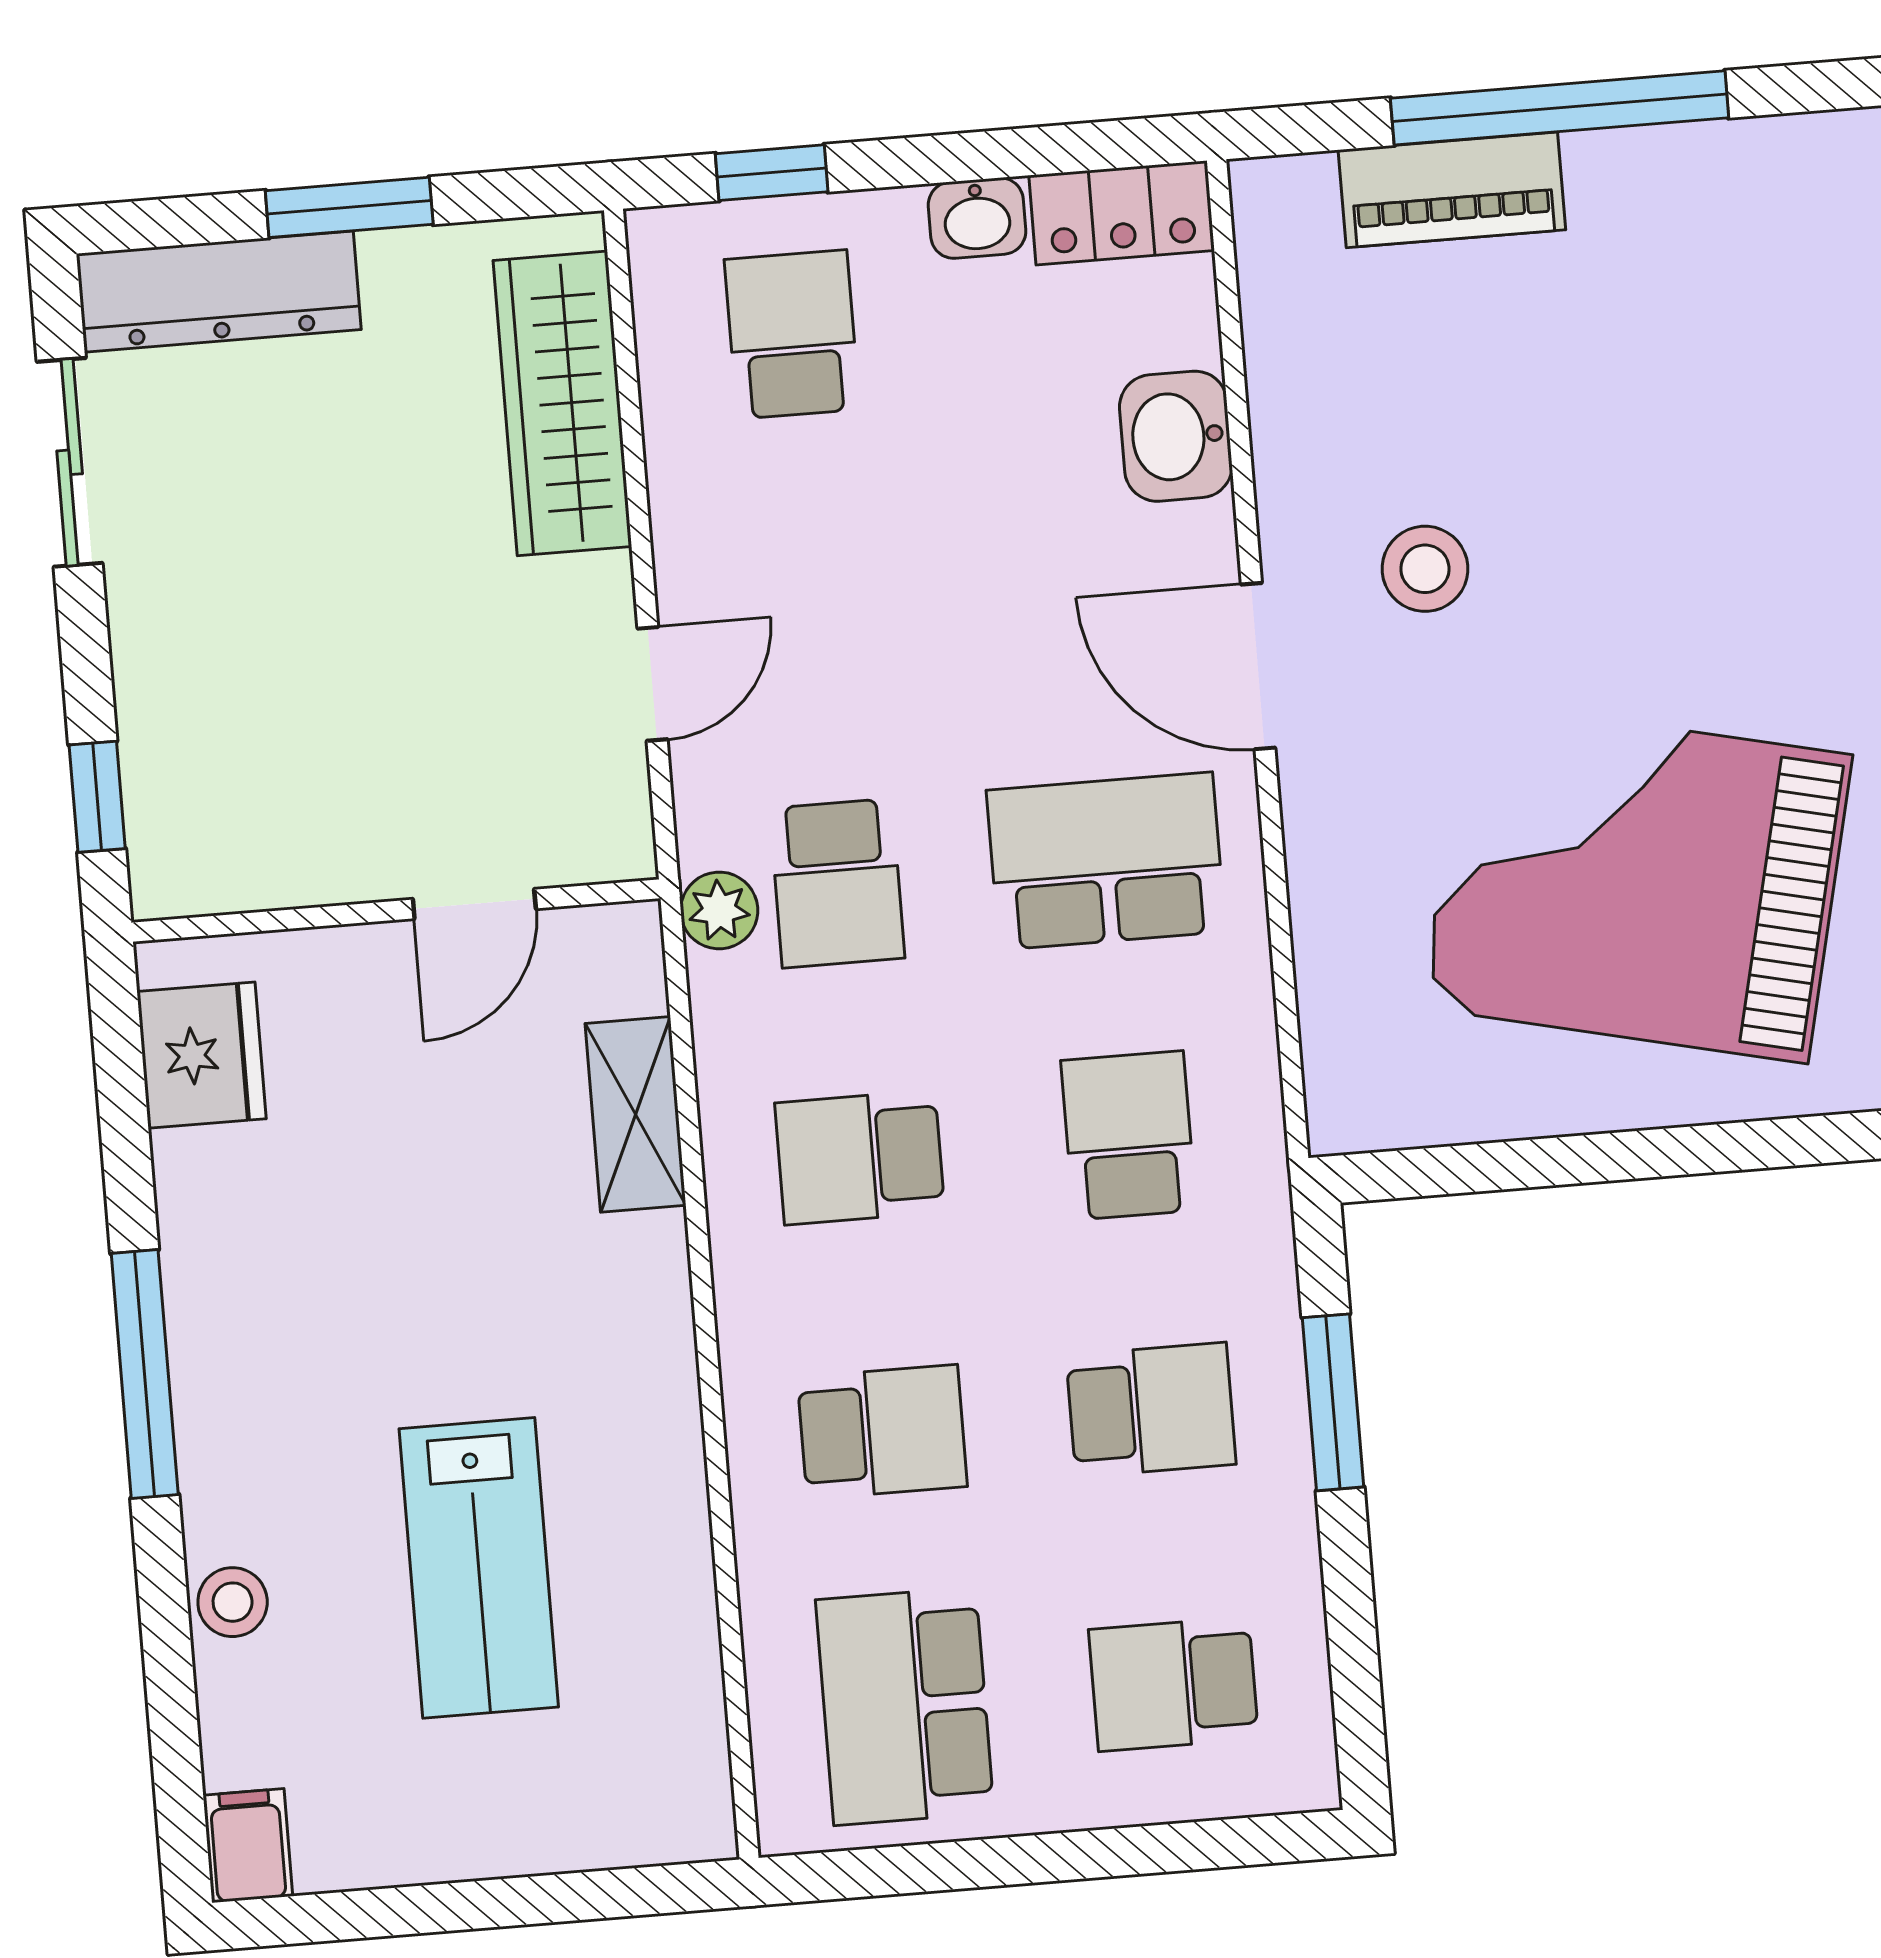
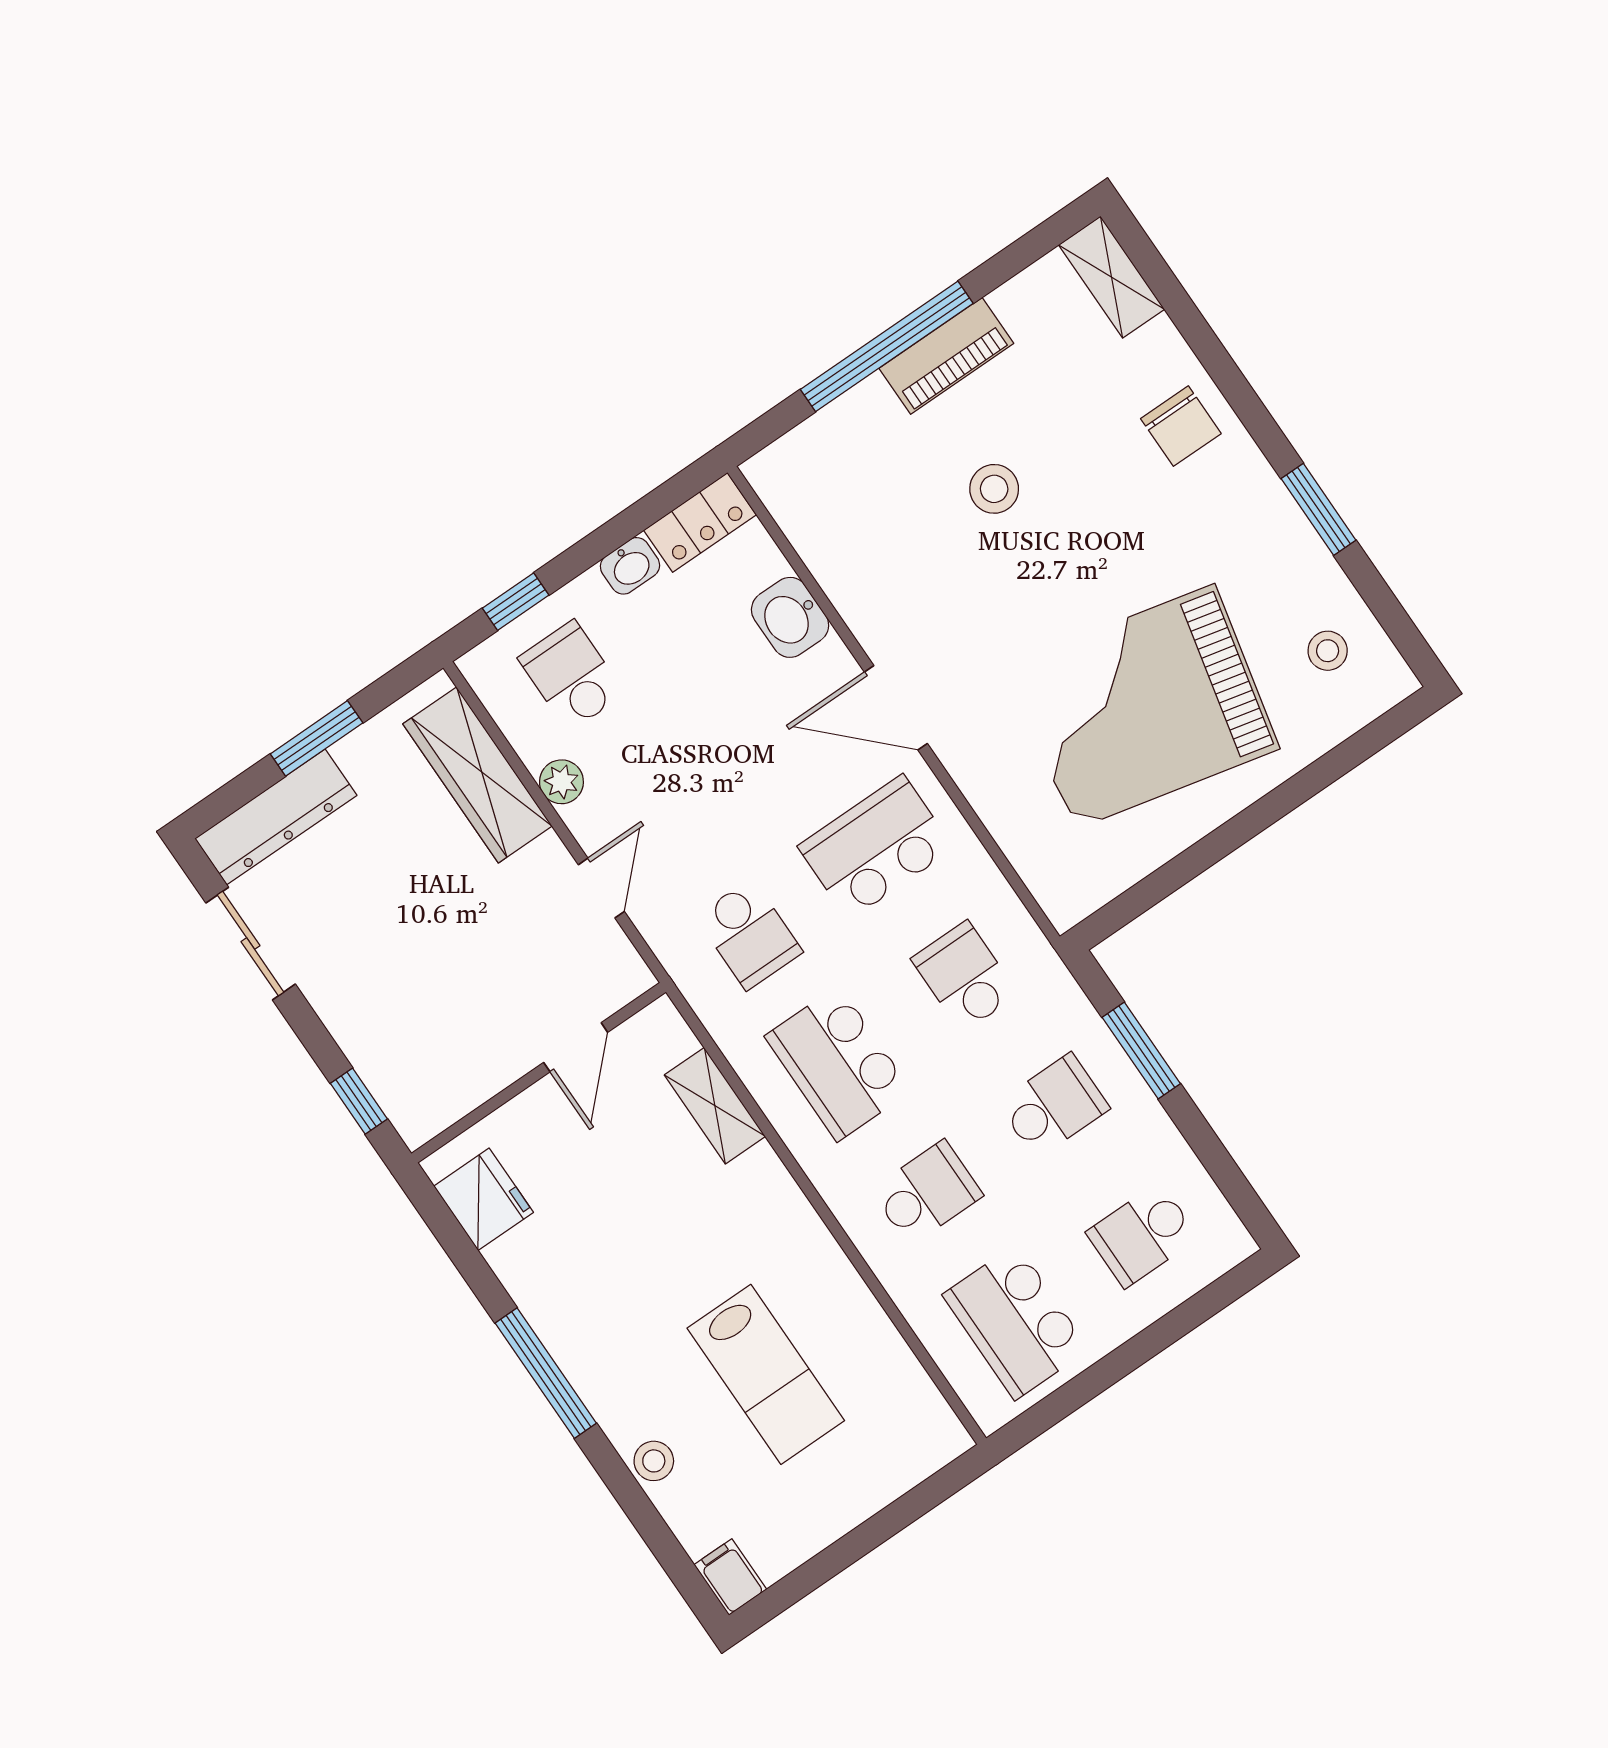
piano: (1452, 190) -> (946, 356), moved
stool: (1425, 569) -> (994, 489), moved
plant: (719, 910) -> (561, 782), moved
school desk: (860, 1157) -> (838, 1064), width x1.85

